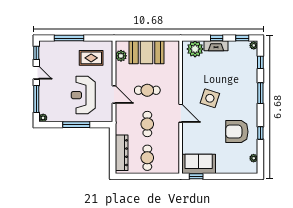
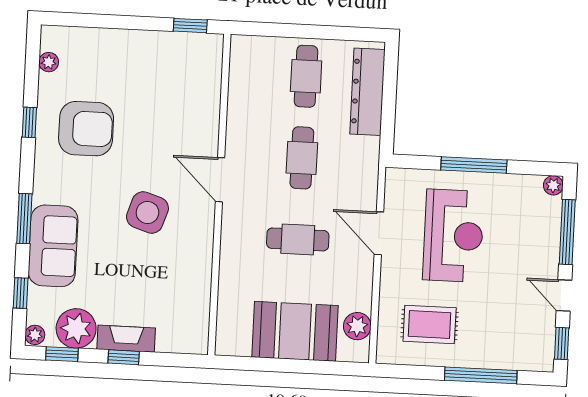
plant: (195, 49) -> (76, 328), moved
sofa: (199, 164) -> (53, 246), moved, turned -90

